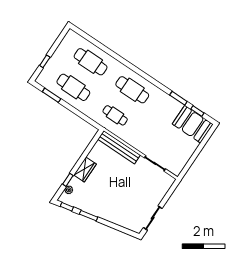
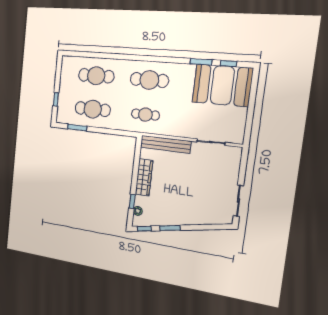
booth: (193, 124) -> (222, 85), width x1.36, depth x1.42
wardrobe: (85, 170) -> (144, 177), width x1.50

